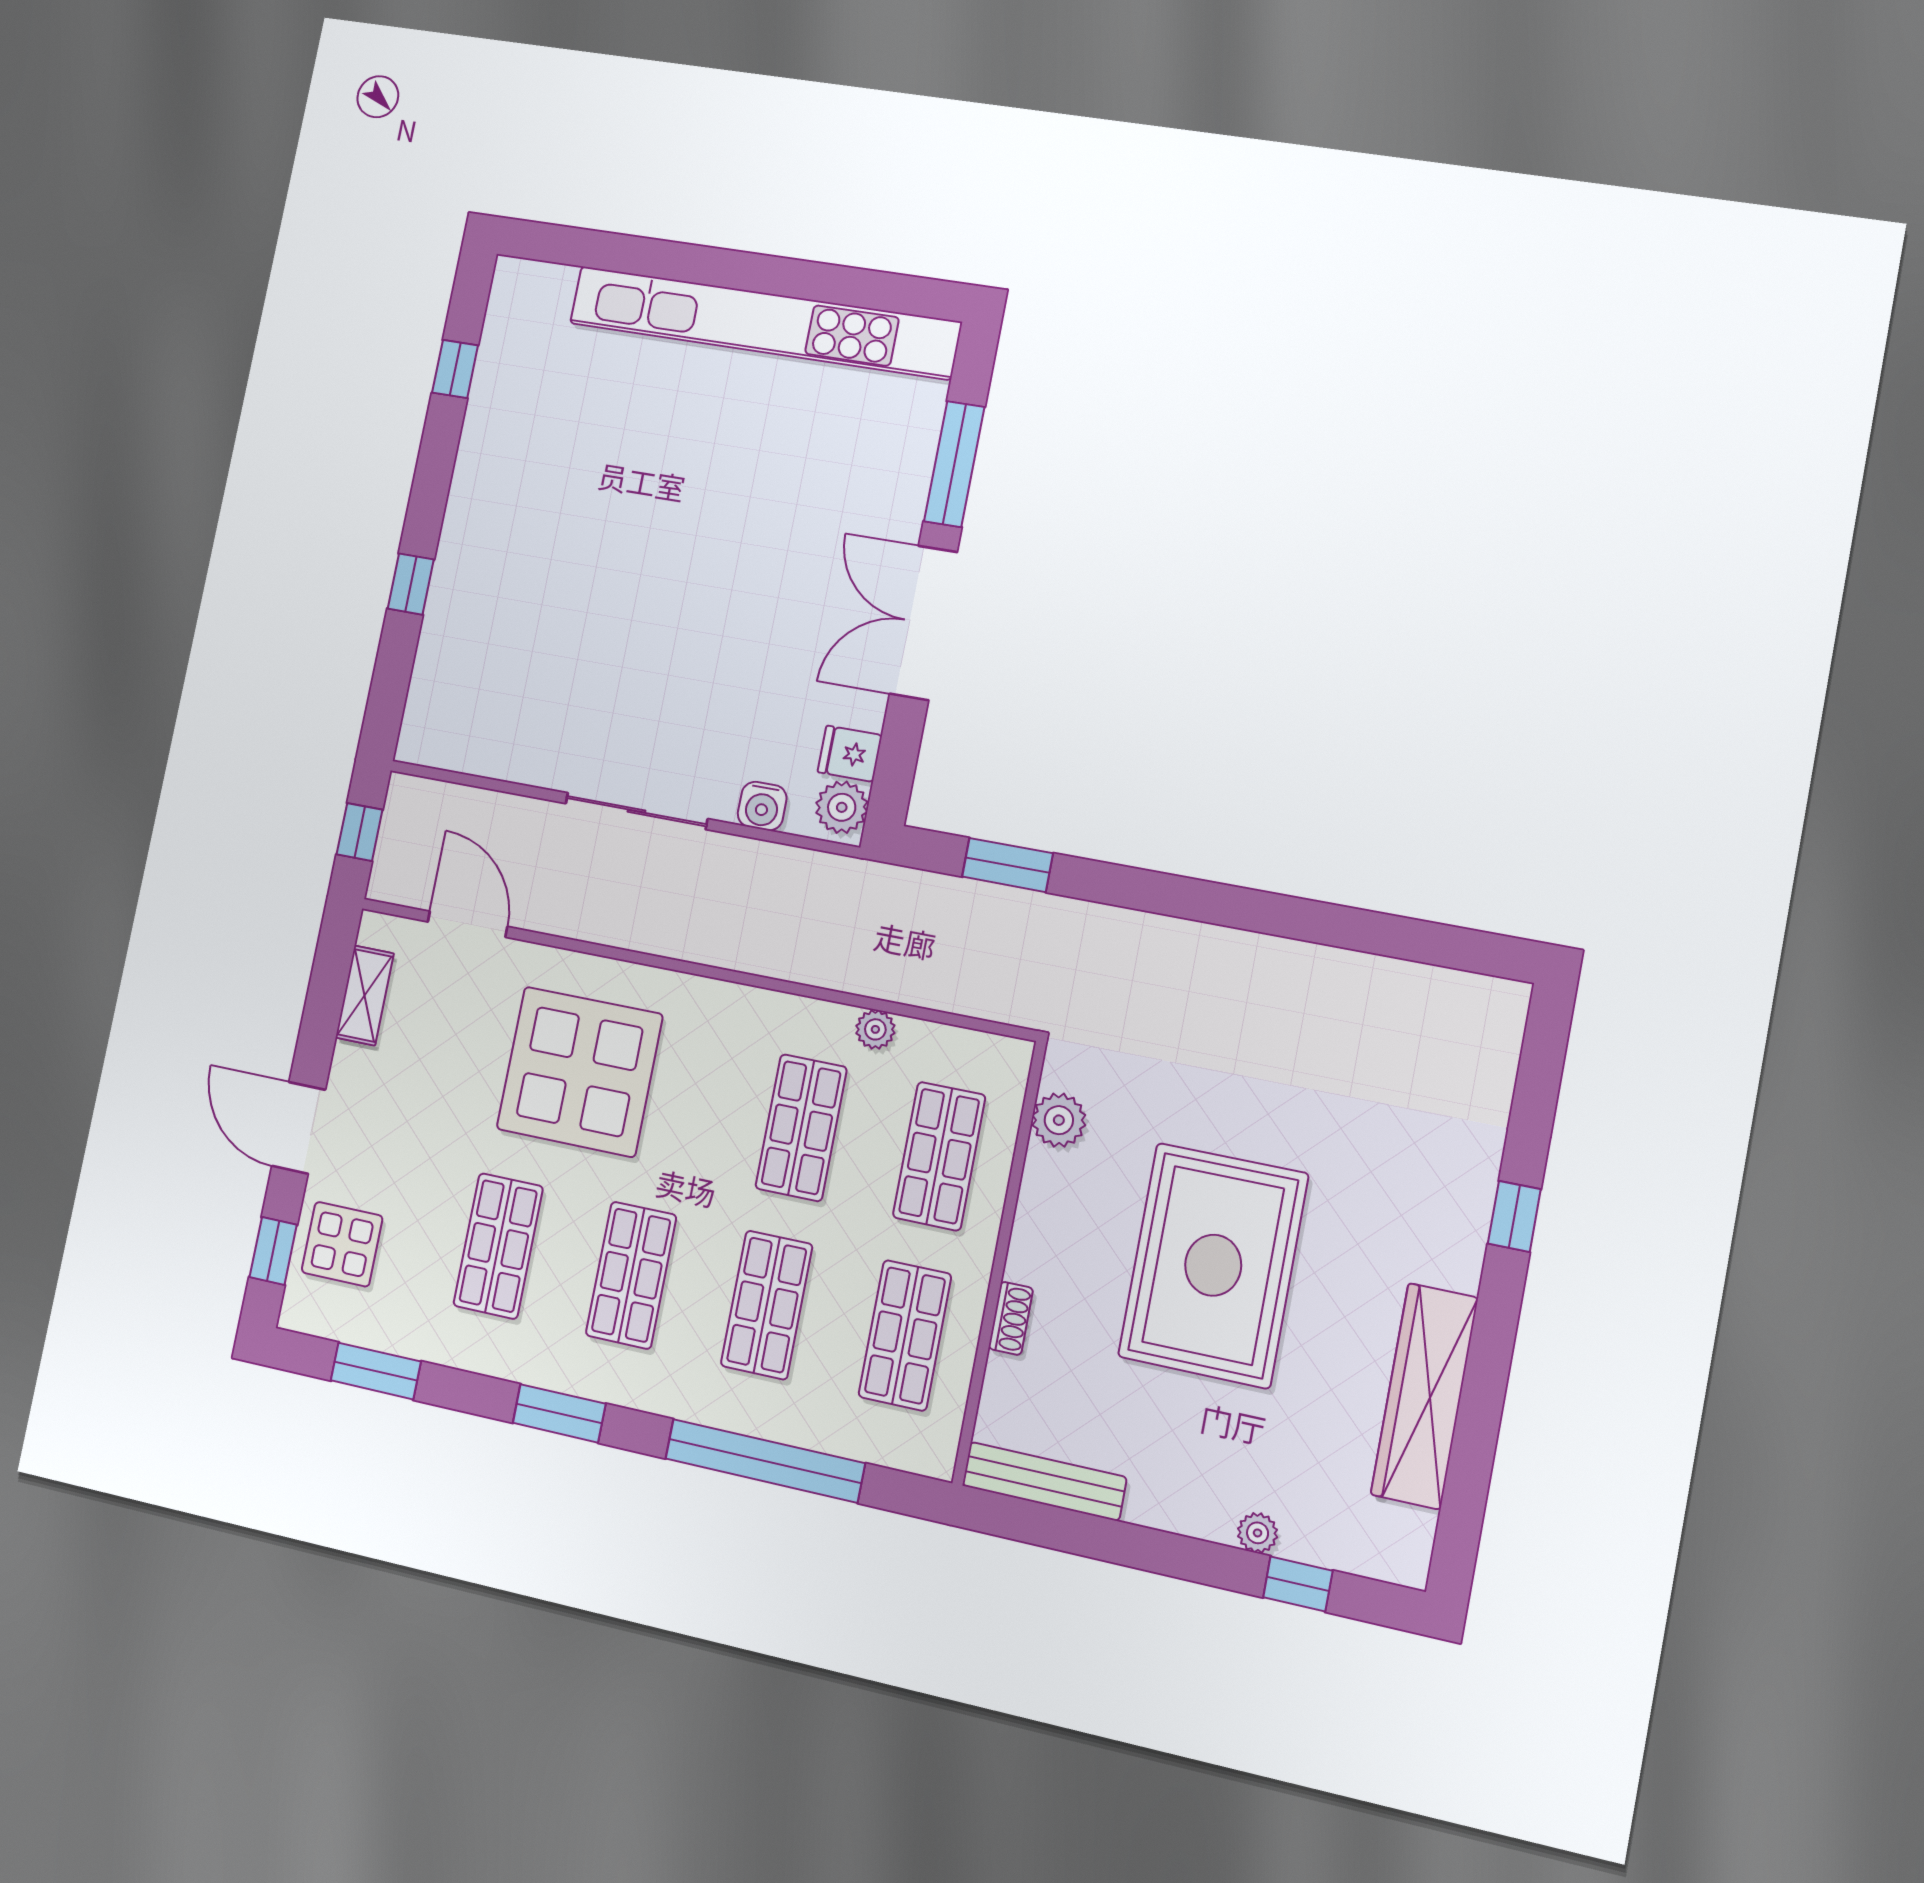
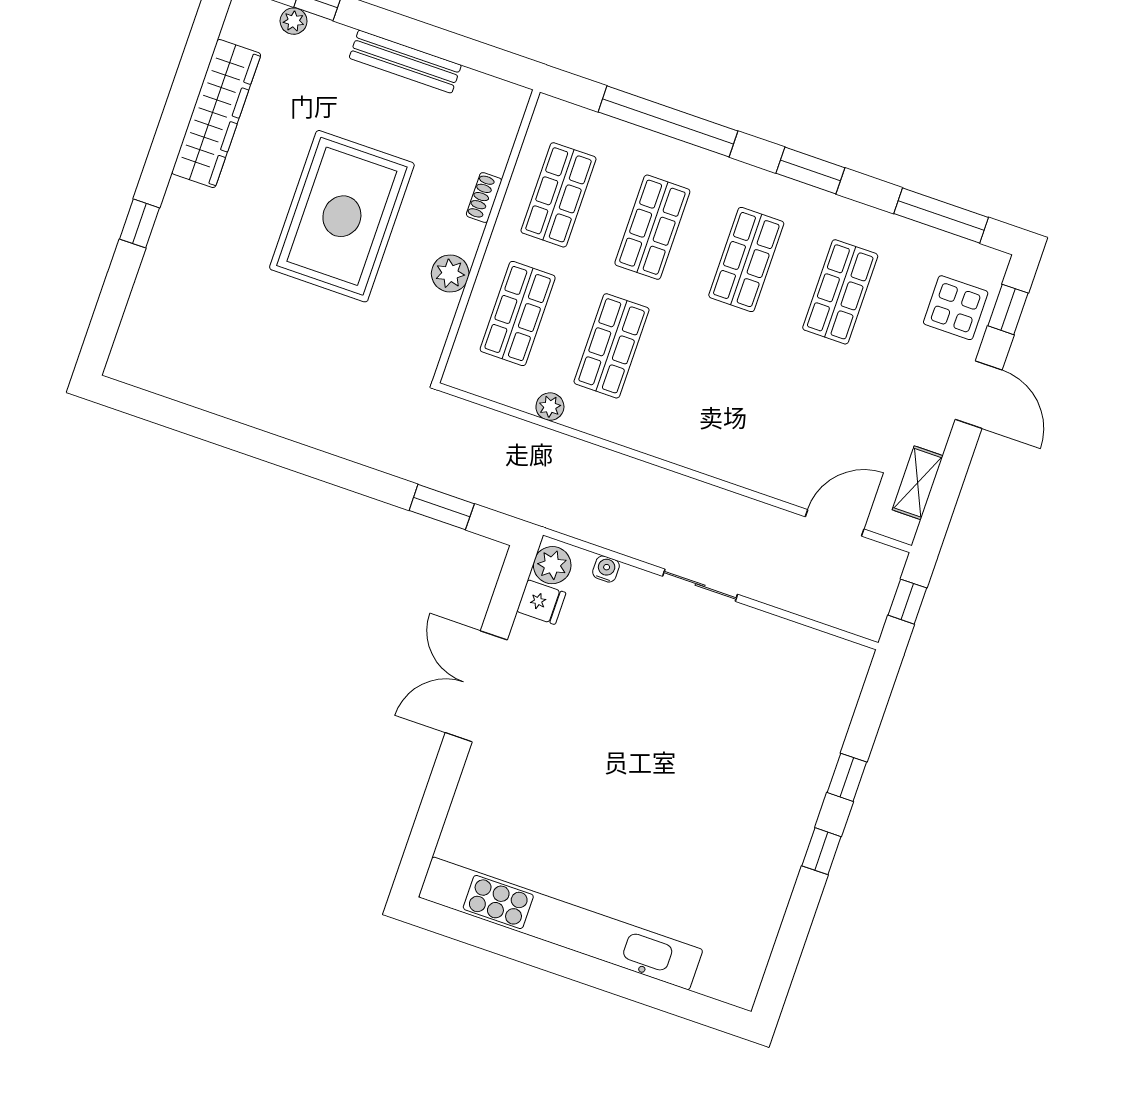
window: (455, 369) -> (821, 851), moved
window: (954, 464) -> (439, 796), removed
double door: (923, 623) -> (476, 686), swing flipped
water cooler: (762, 806) -> (606, 569), width x0.72, depth x0.72
sliding door: (636, 811) -> (700, 585), width x0.73
door: (467, 924) -> (835, 523), swing flipped
display table: (580, 1072) -> (765, 406), removed
plant: (1059, 1120) -> (450, 274), moved
window: (376, 1371) -> (941, 216), width x1.44
bench: (1044, 1481) -> (405, 62), moved
plant: (1258, 1533) -> (294, 21), moved

